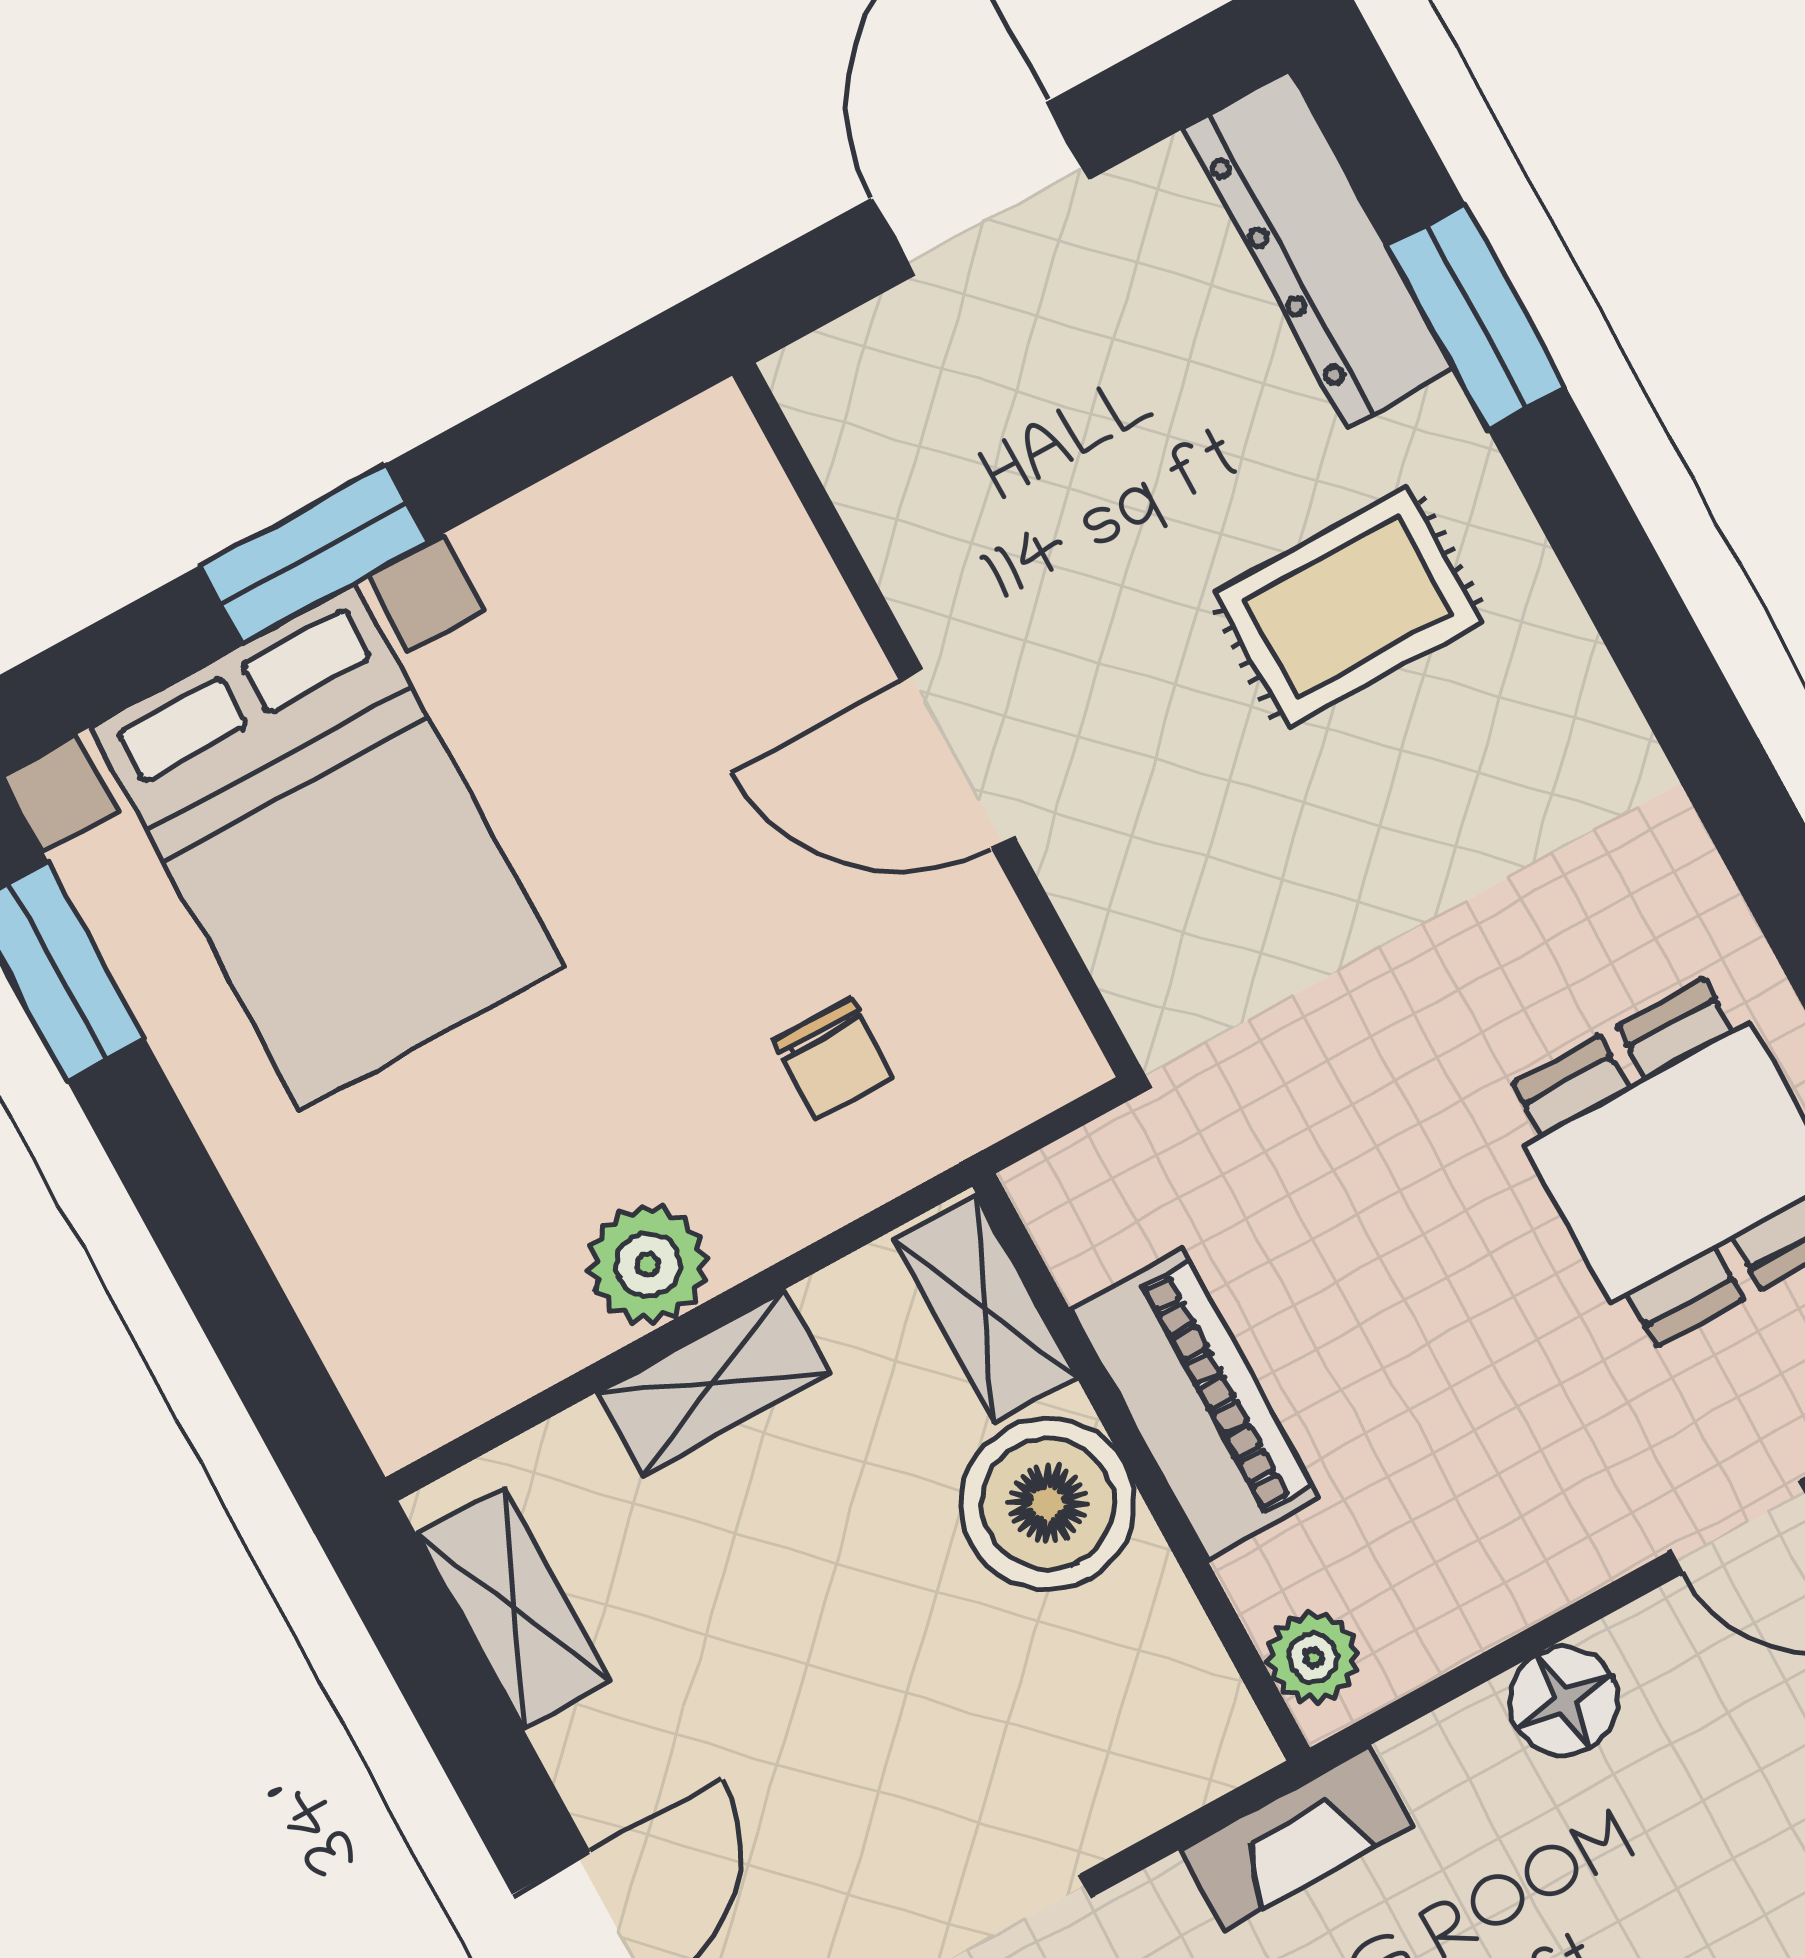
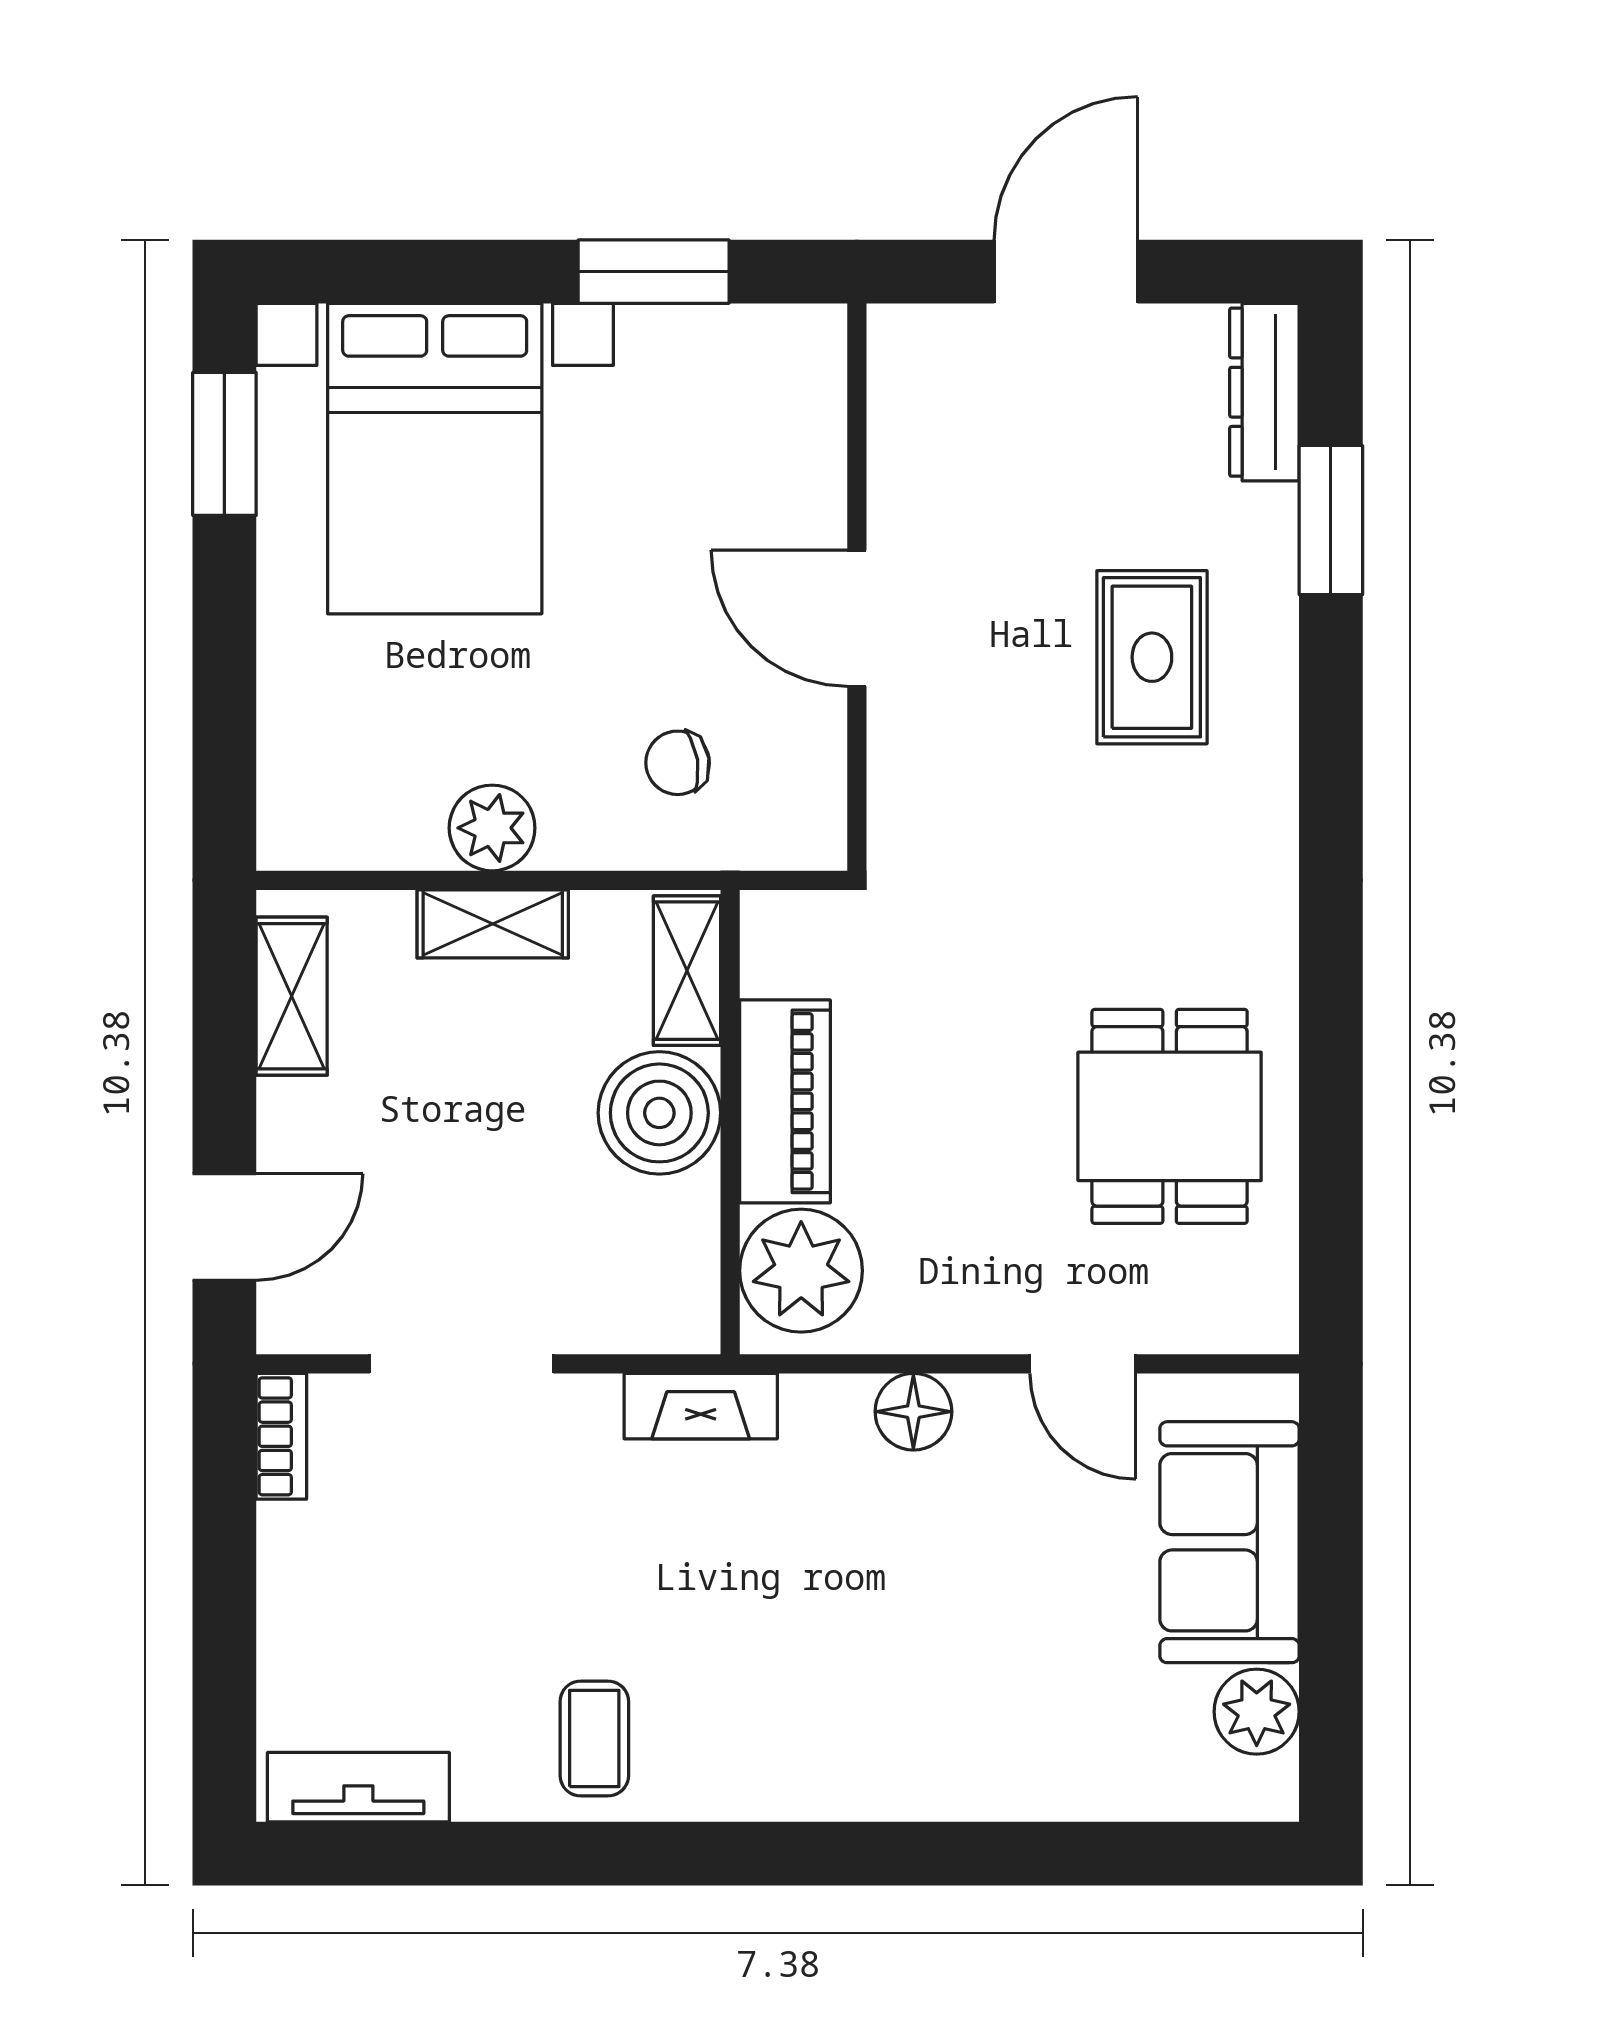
dresser: (1319, 249) -> (1264, 392), width x0.73, depth x0.80
window: (313, 554) -> (654, 272), moved
rug: (1348, 607) -> (1152, 657), turned 90
chair: (833, 1058) -> (678, 763), turned 81
plant: (1313, 1657) -> (801, 1271), width x1.87, depth x1.87

